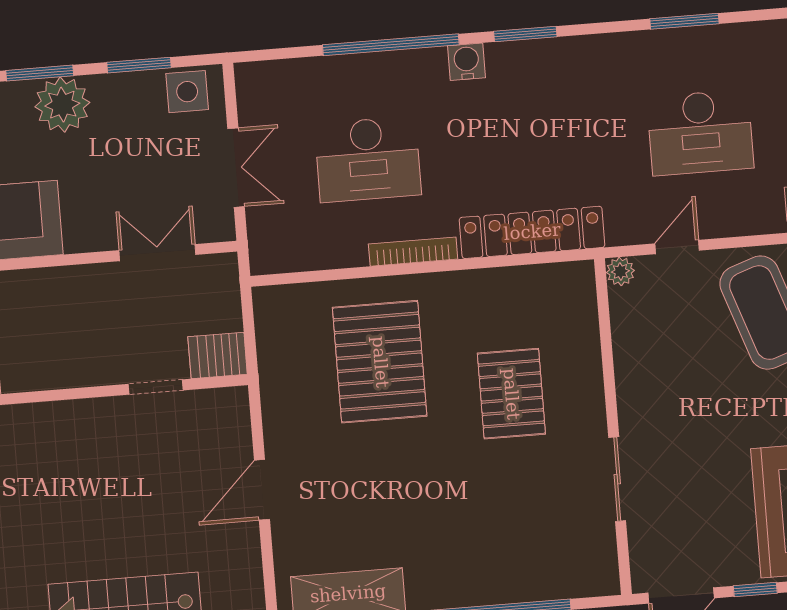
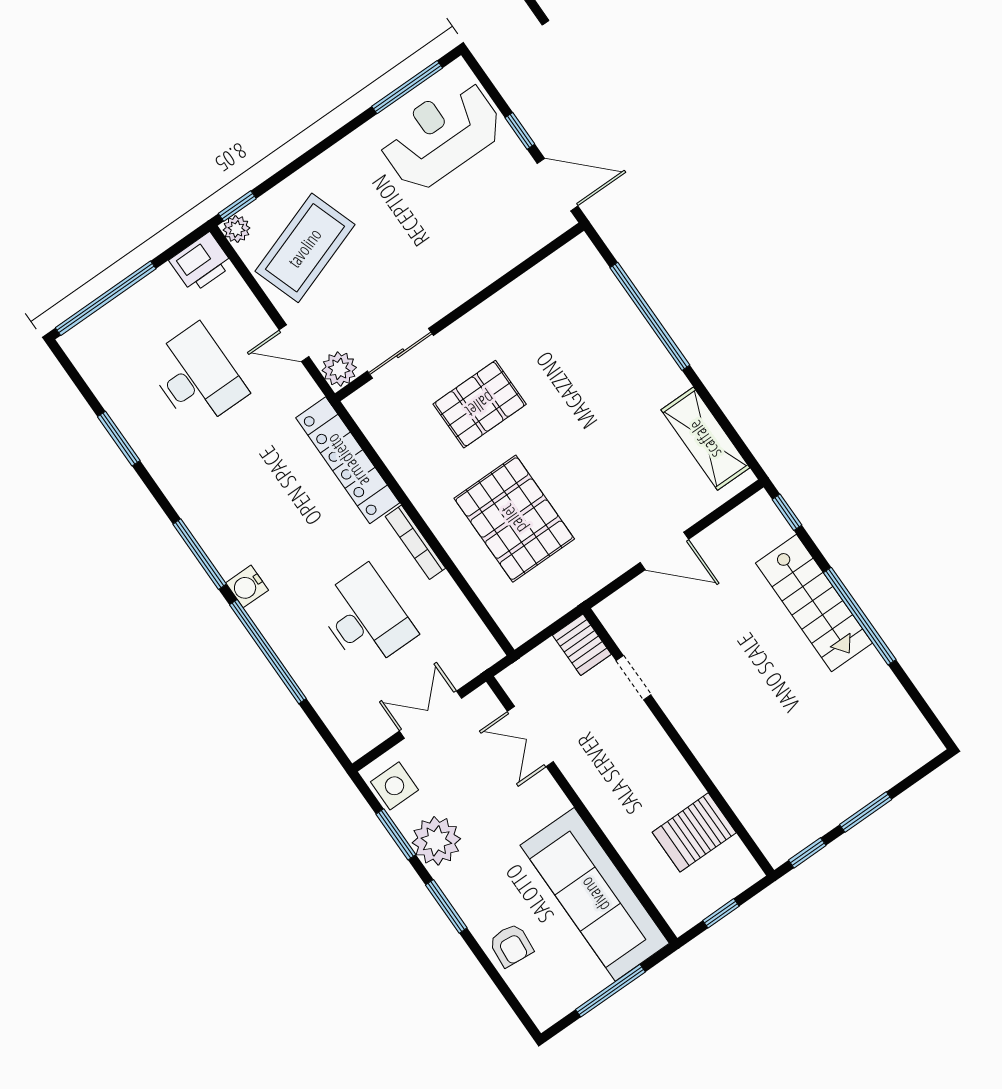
window: (525, 34) -> (200, 554), width x1.44
plant: (62, 105) -> (436, 841), moved
plant: (620, 271) -> (339, 369), width x1.38, depth x1.38
pallet: (380, 362) -> (514, 519), turned 90
sliding door: (617, 479) -> (400, 353), moved

